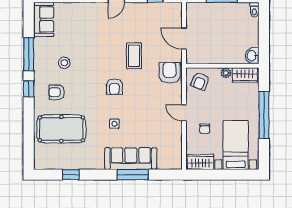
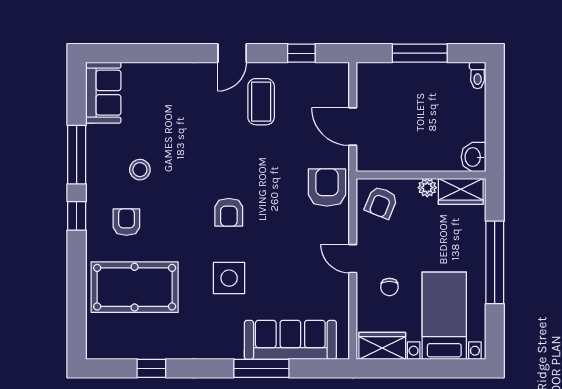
coffee table: (134, 56) -> (261, 102), moved
armchair: (57, 92) -> (126, 222), turned 90
side table: (114, 124) -> (229, 278), width x1.87, depth x1.87
sofa: (131, 159) -> (290, 340), moved

